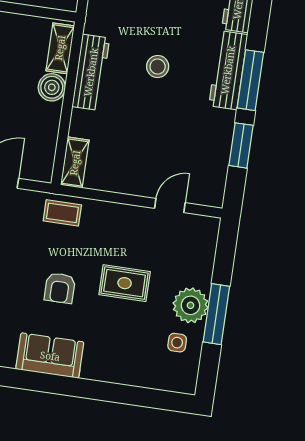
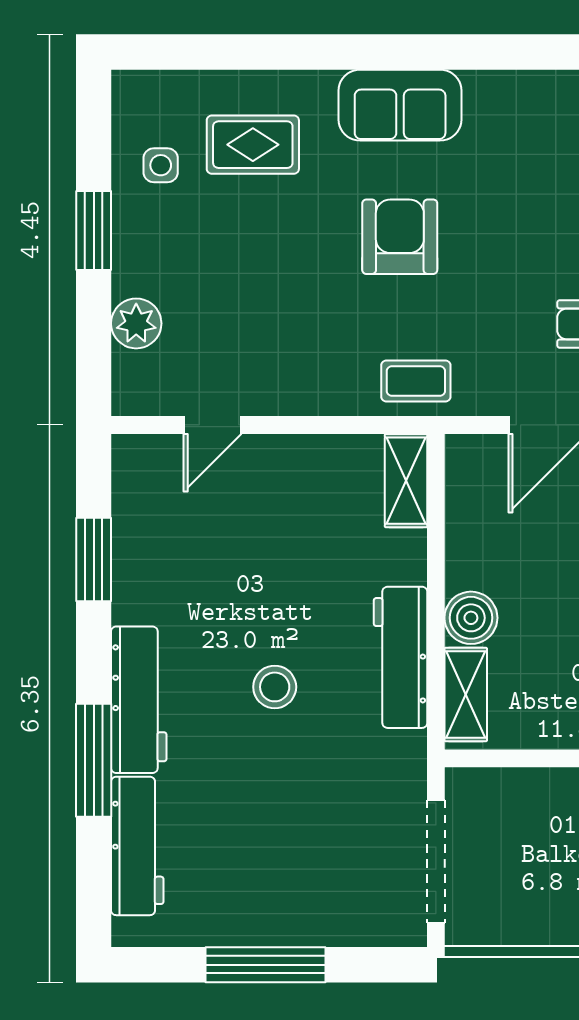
window: (250, 80) -> (94, 760), moved
rug: (125, 283) -> (253, 145), moved
armchair: (60, 288) -> (400, 237), width x1.38, depth x1.38
plant: (191, 305) -> (136, 323), moved, width x0.73, depth x0.73
window: (216, 314) -> (94, 231), width x0.69

